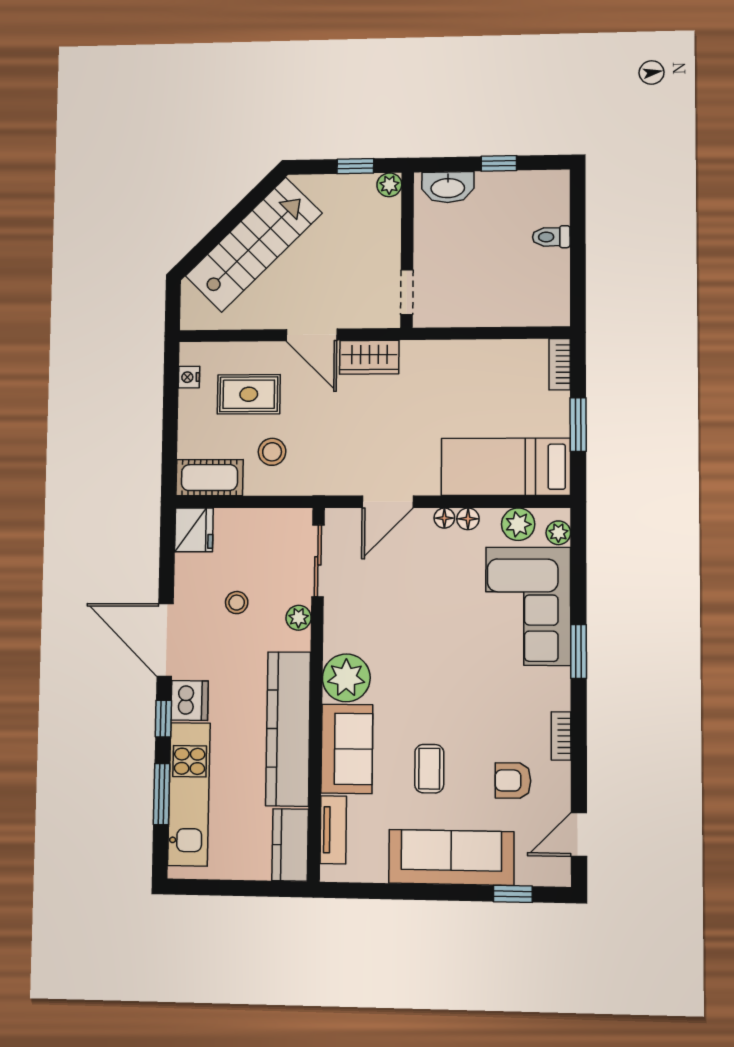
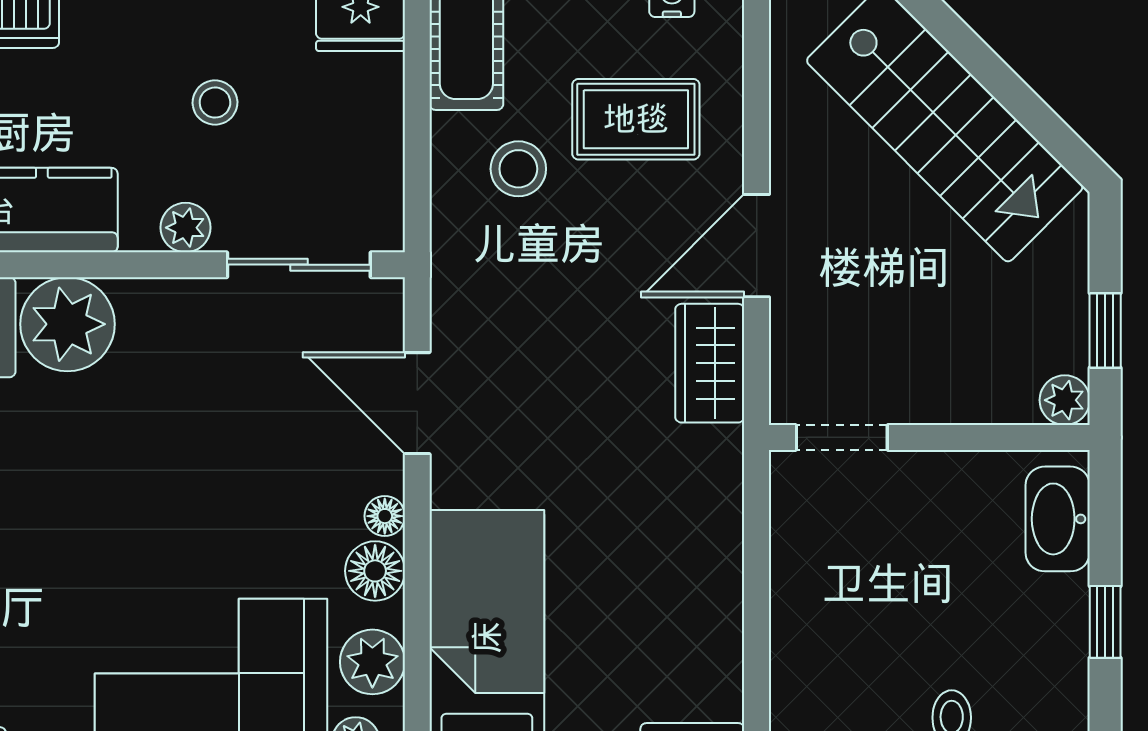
rug: (249, 394) -> (636, 119), turned 90
floor lamp: (468, 519) -> (375, 571), width x1.37, depth x1.37

